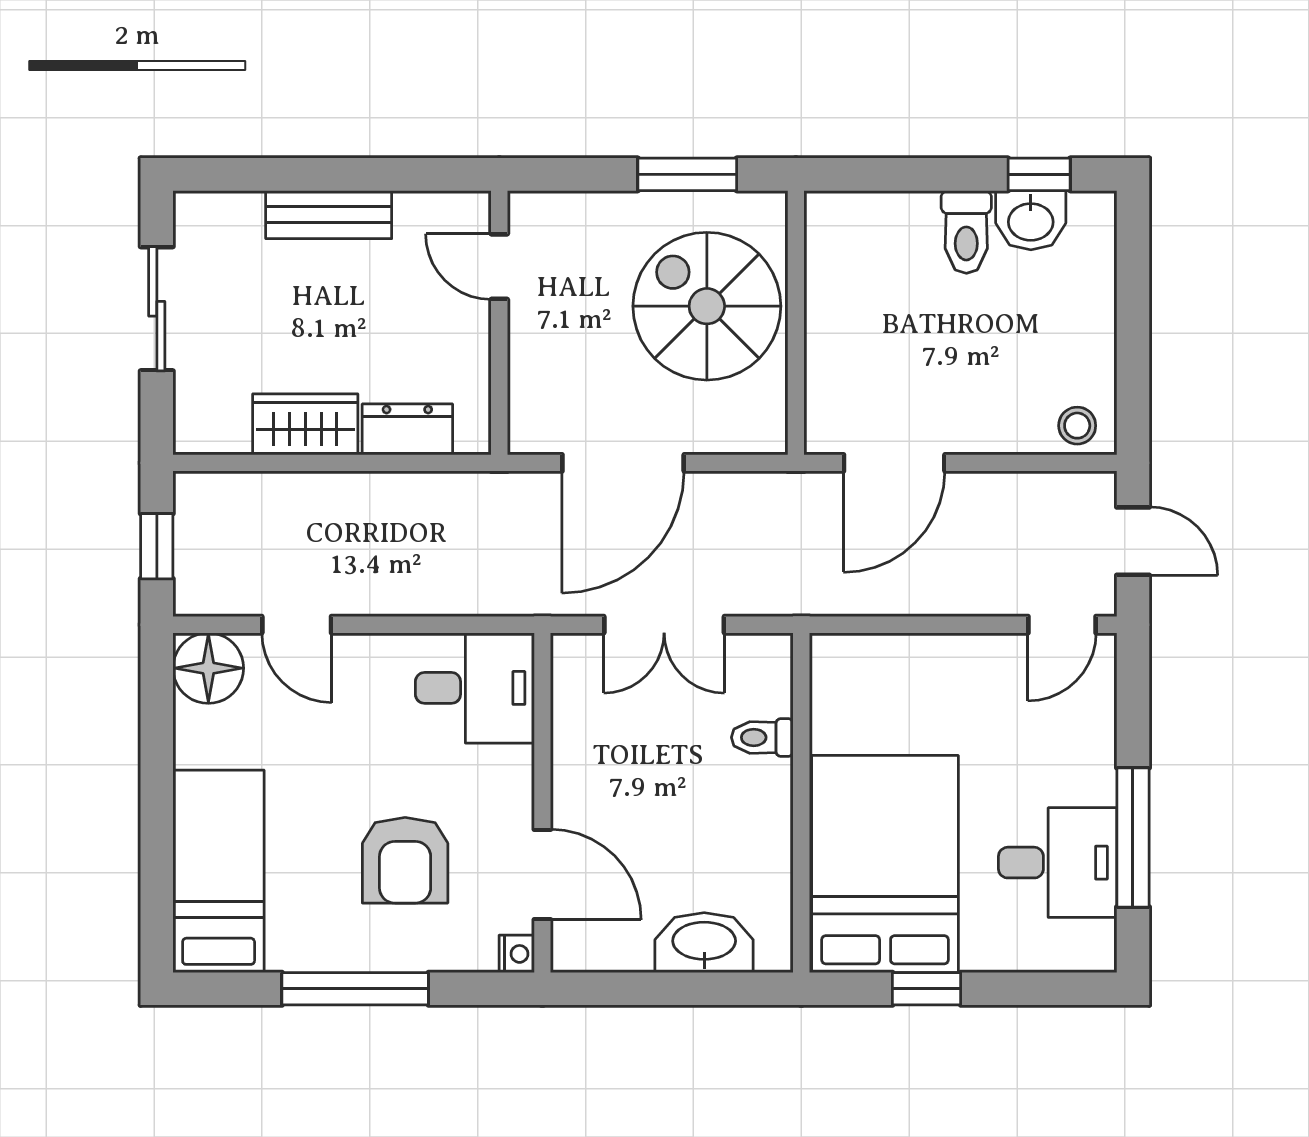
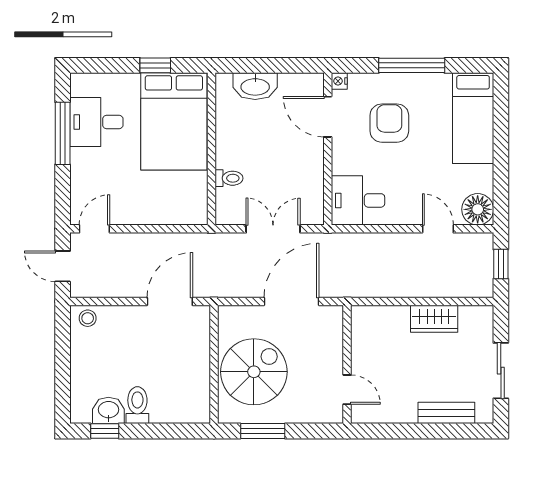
bench: (329, 215) -> (446, 413), moved
spiral stairs: (707, 306) -> (254, 372), turned -90
dresser: (407, 429) -> (388, 317), removed

